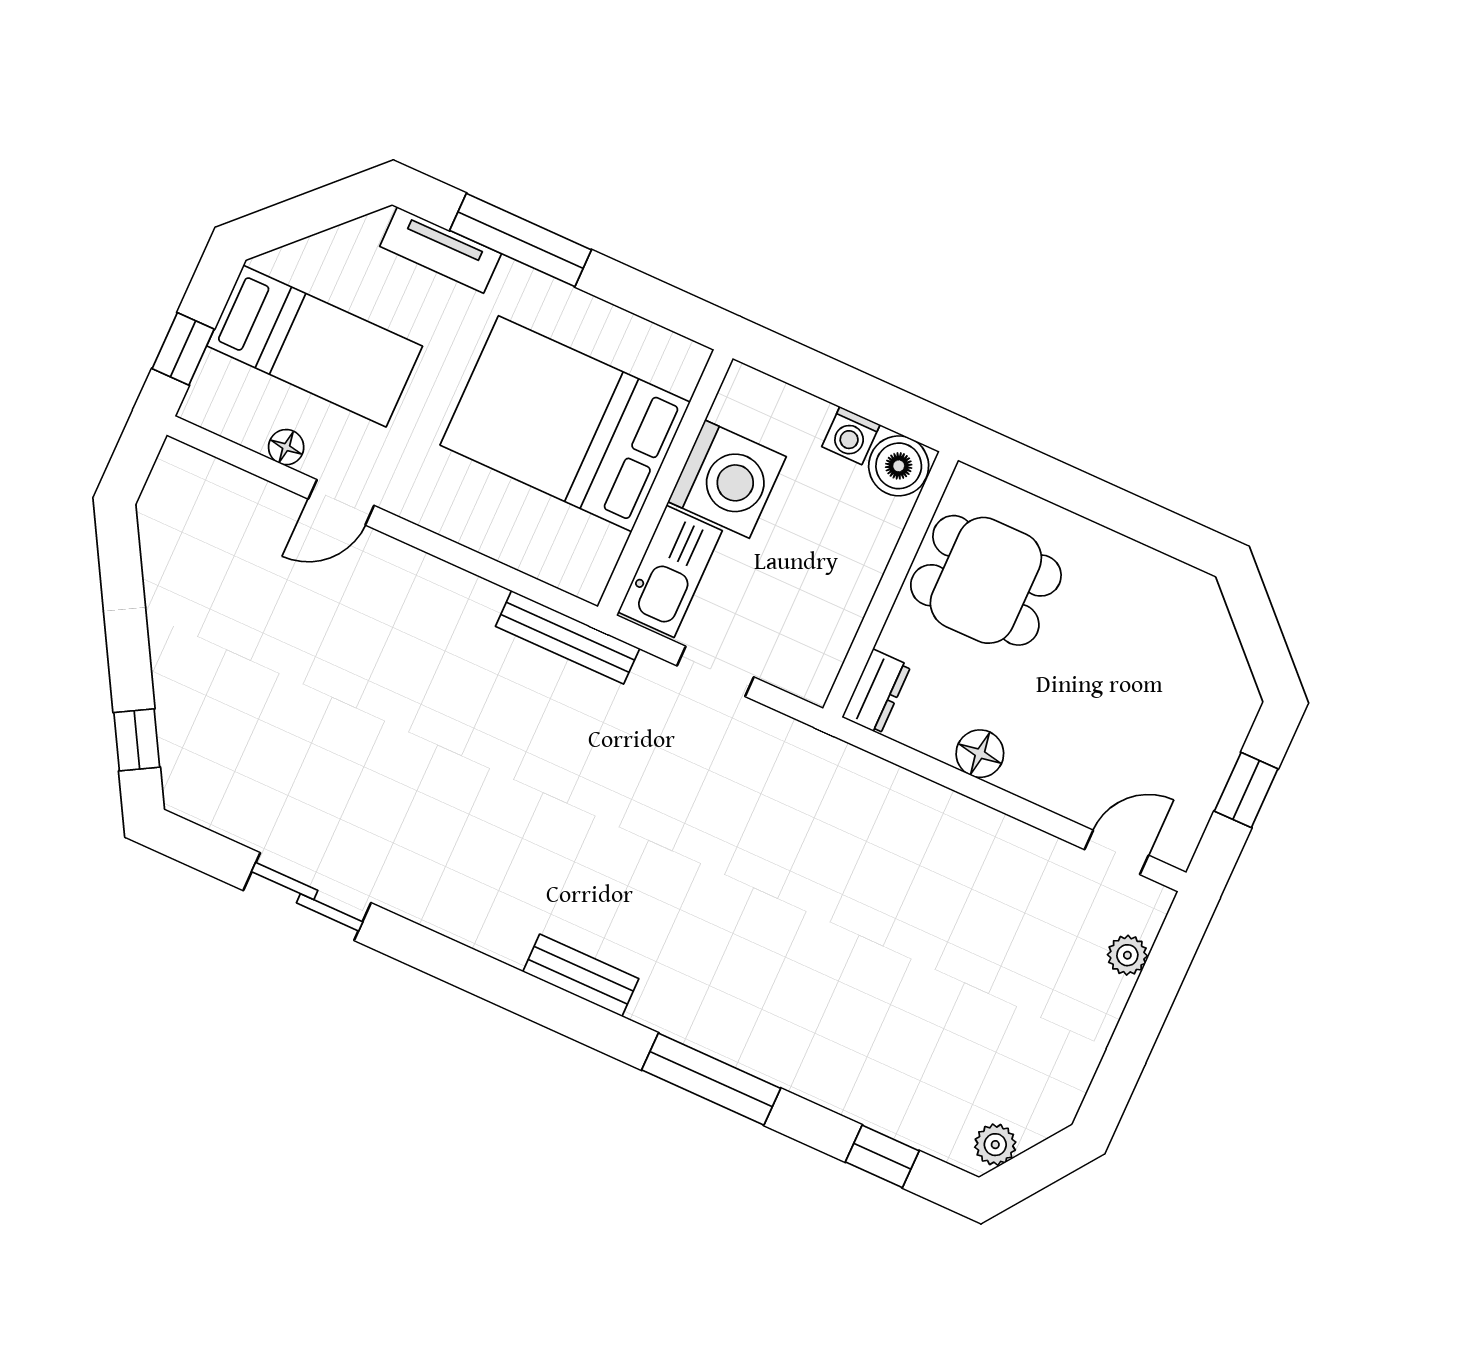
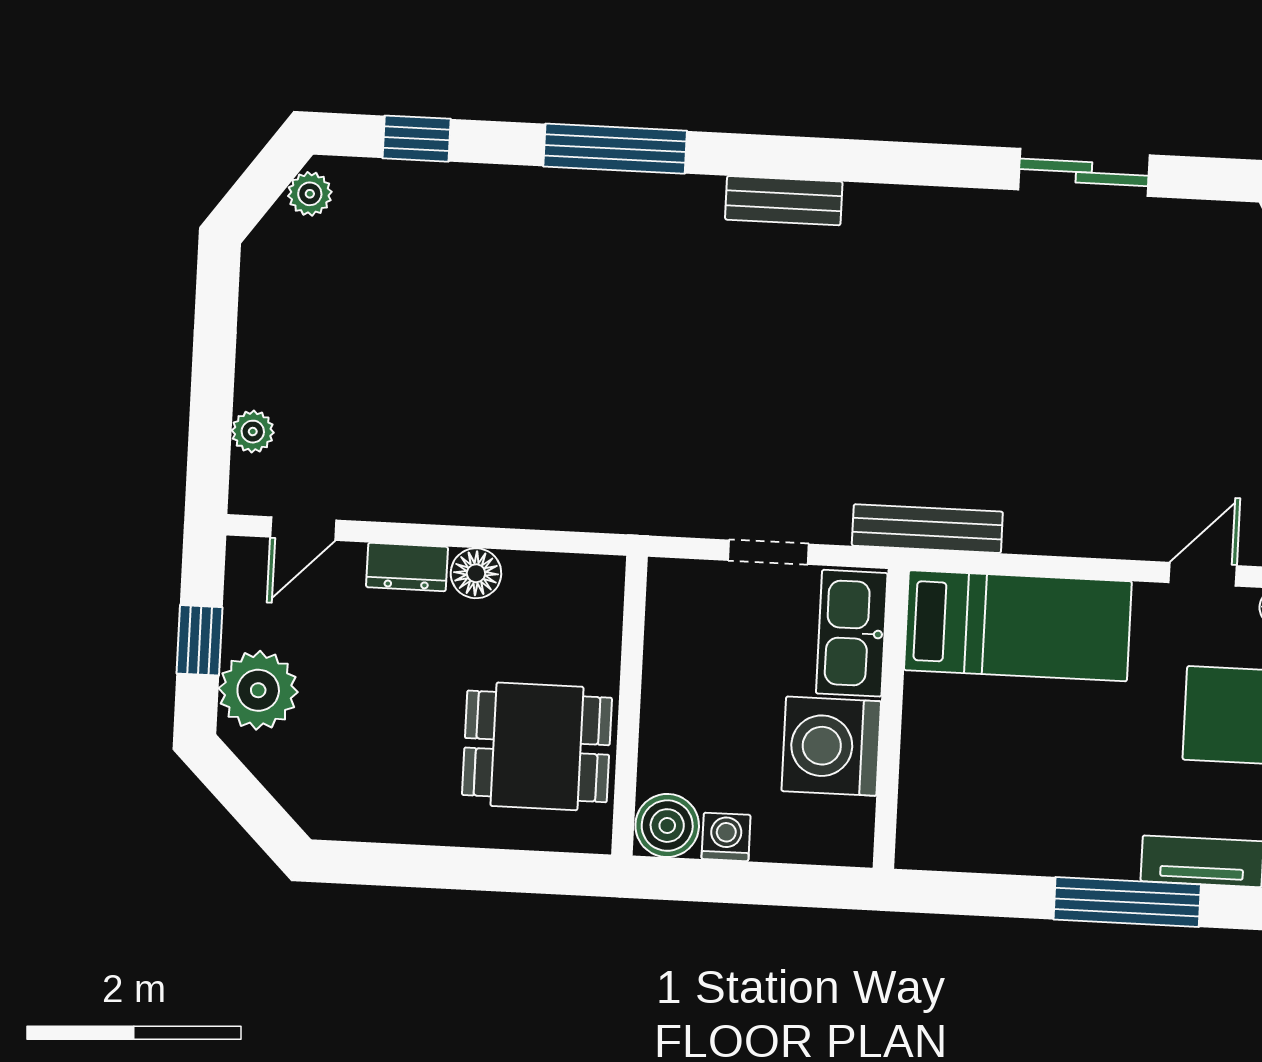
bed: (565, 424) -> (1018, 626), moved, width x0.67
dresser: (876, 692) -> (407, 567), moved, turned -90
plant: (1212, 726) -> (258, 690), added

